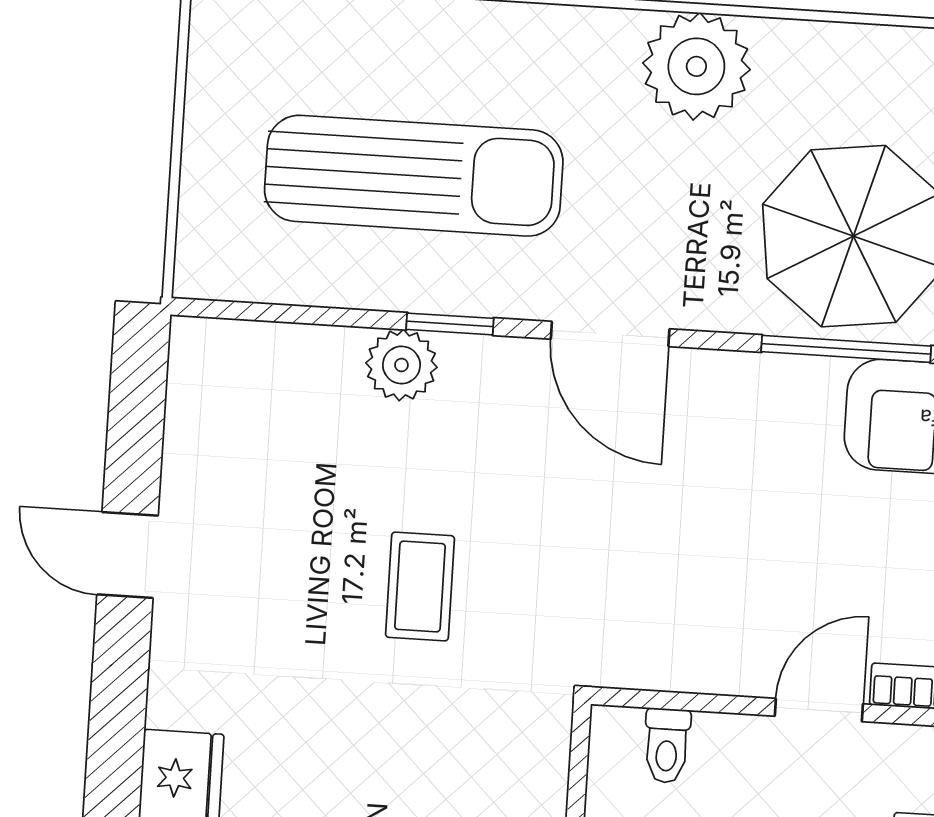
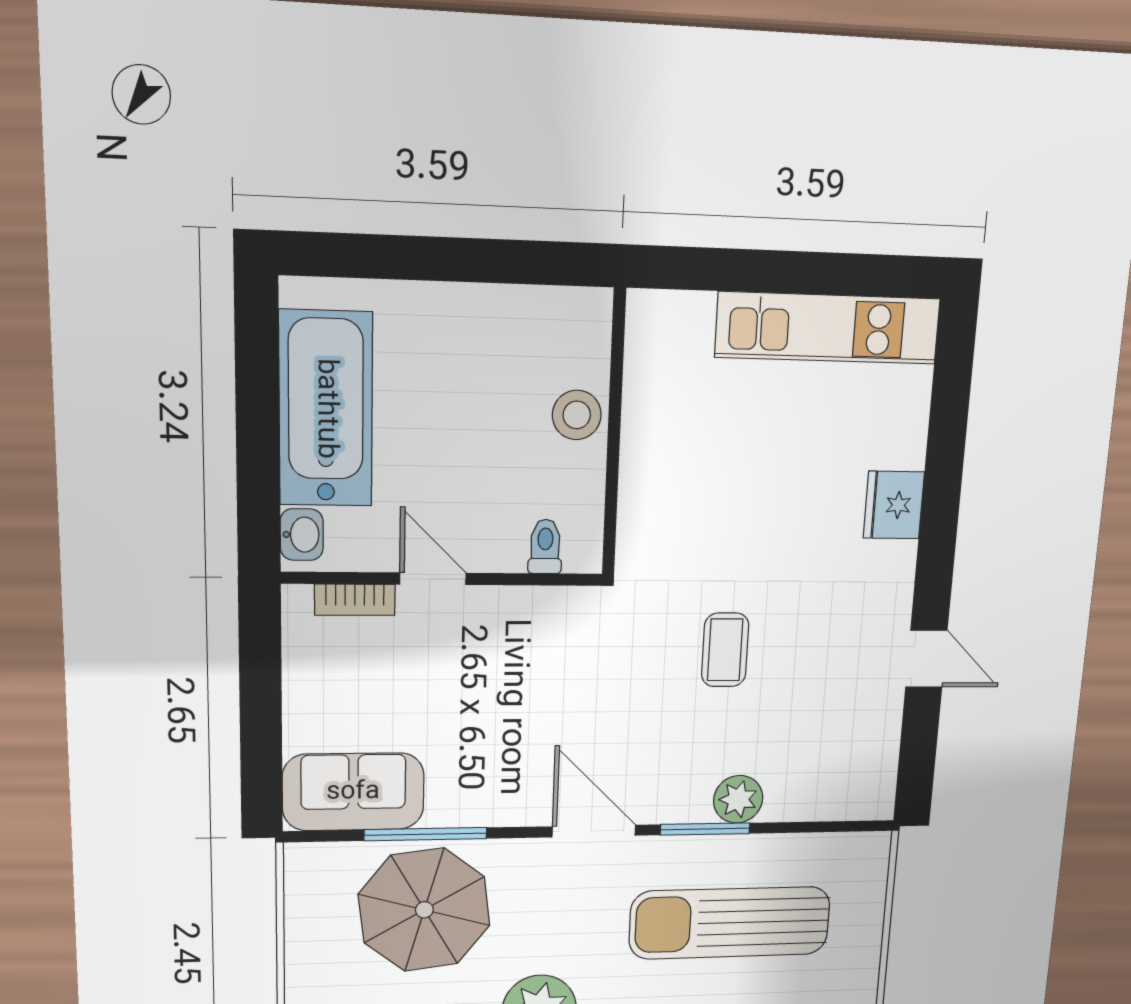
window: (450, 324) -> (705, 829), width x1.50
door: (819, 710) -> (433, 579), swing flipped

